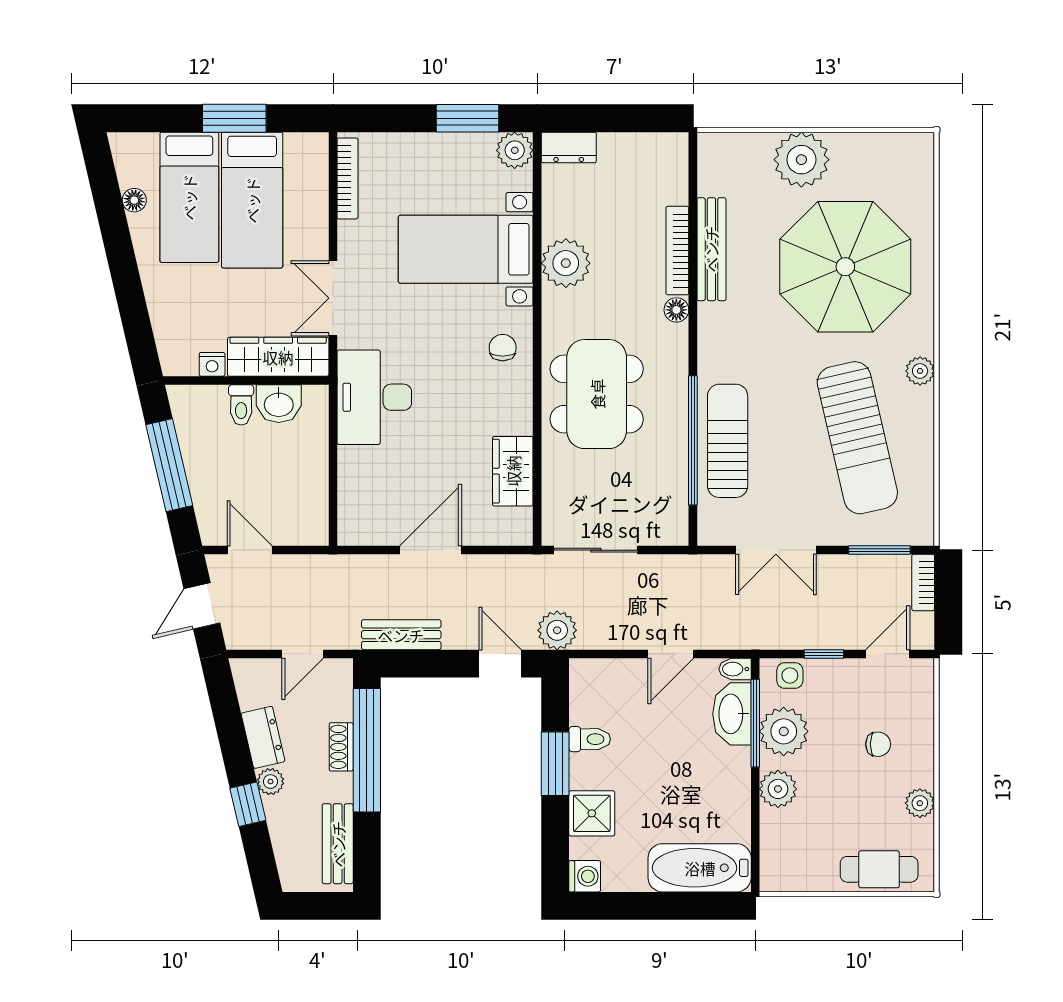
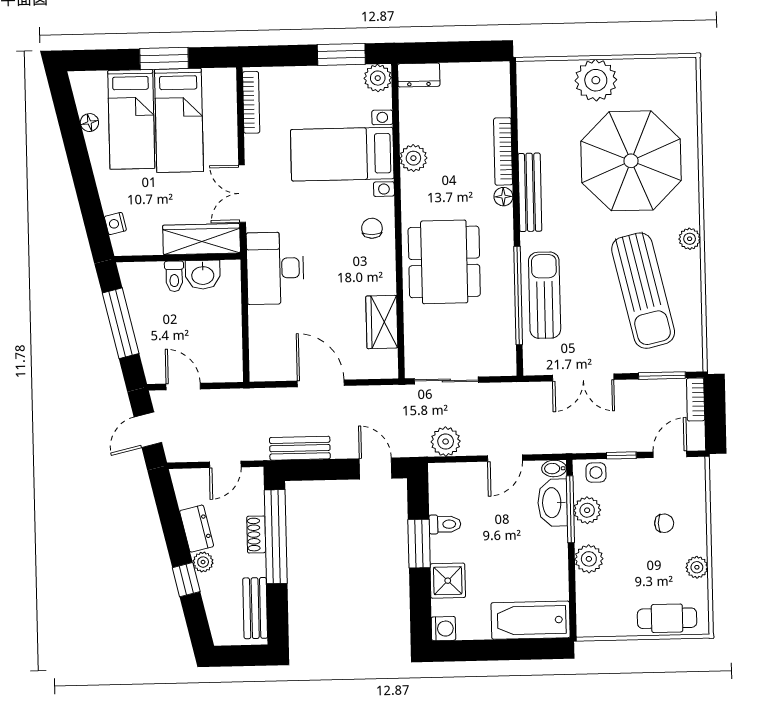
bench: (711, 249) -> (530, 192), moved
plant: (566, 263) -> (413, 158), width x0.73, depth x0.73
nightstand: (212, 364) -> (115, 224), moved, turned 77
door: (431, 550) -> (321, 383), hinge flipped
plant: (557, 630) -> (446, 442), moved
plant: (784, 731) -> (587, 510), width x0.73, depth x0.73

